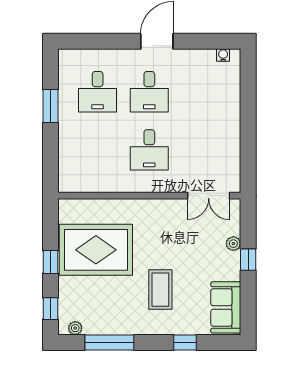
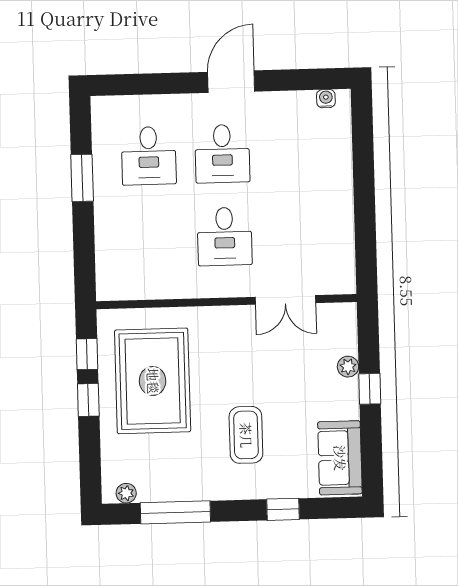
double door: (209, 196) -> (285, 300), moved
rug: (96, 250) -> (153, 381), turned 90
window: (50, 309) -> (87, 354), moved

